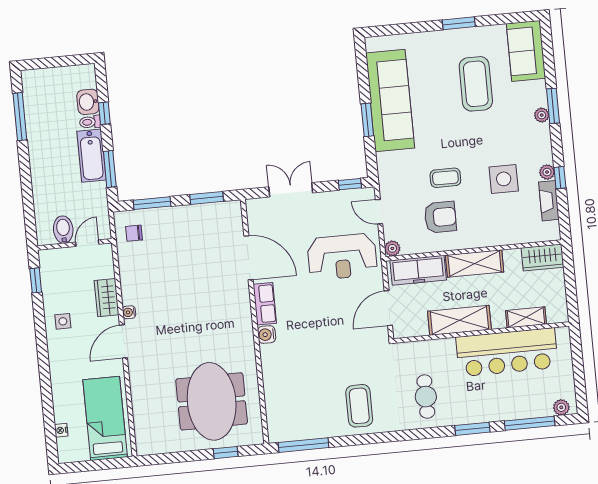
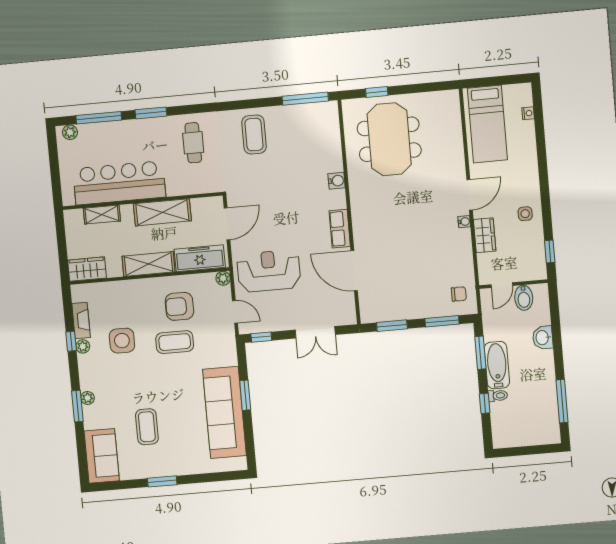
coffee table: (476, 84) -> (147, 427), width x0.73, depth x0.76
washbasin: (88, 102) -> (543, 338), moved, turned 180
coffee table: (445, 178) -> (175, 342), width x1.36, depth x1.30
water cooler: (267, 335) -> (337, 181), moved

